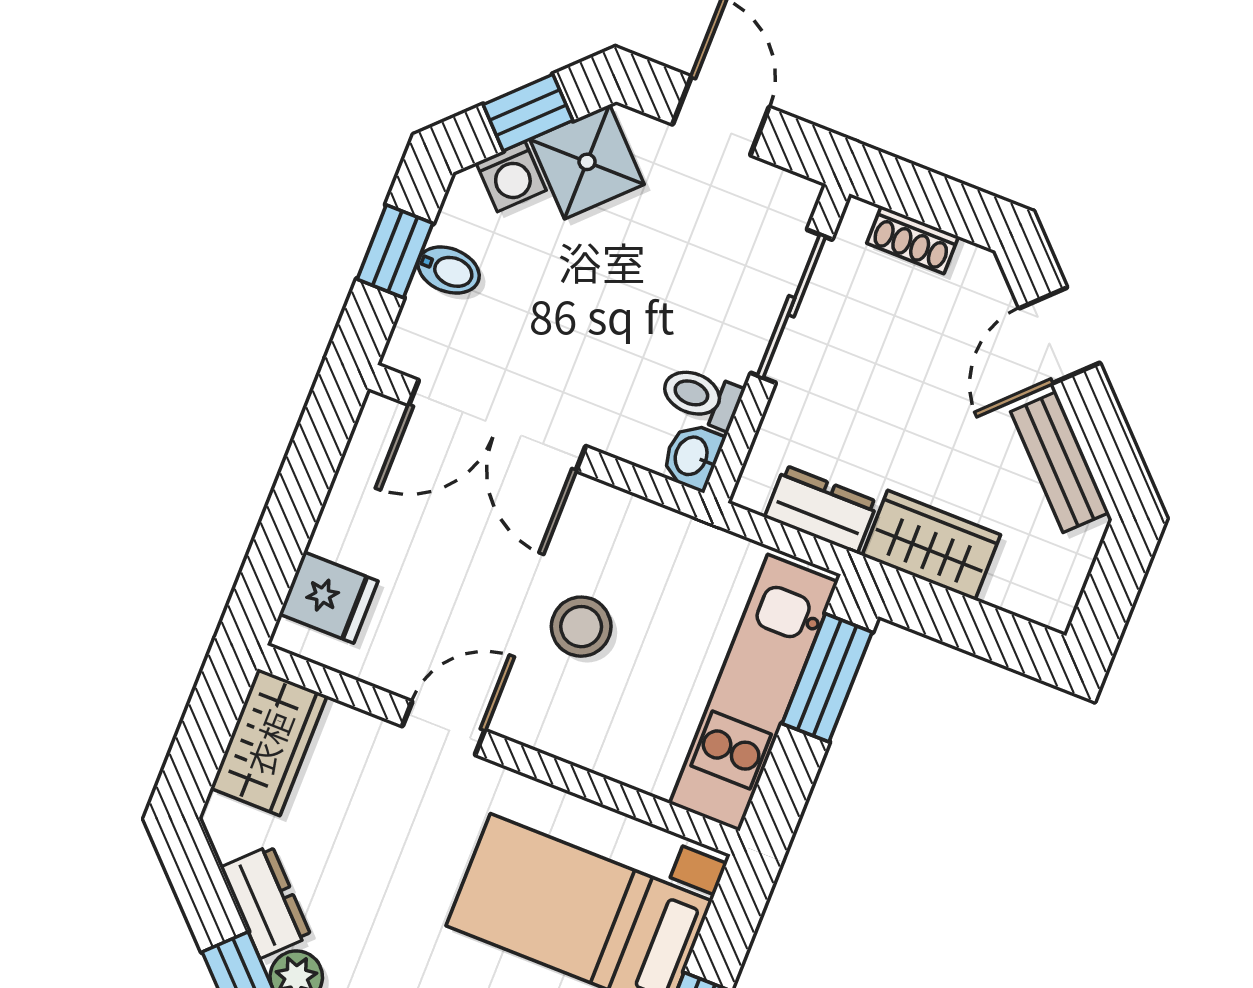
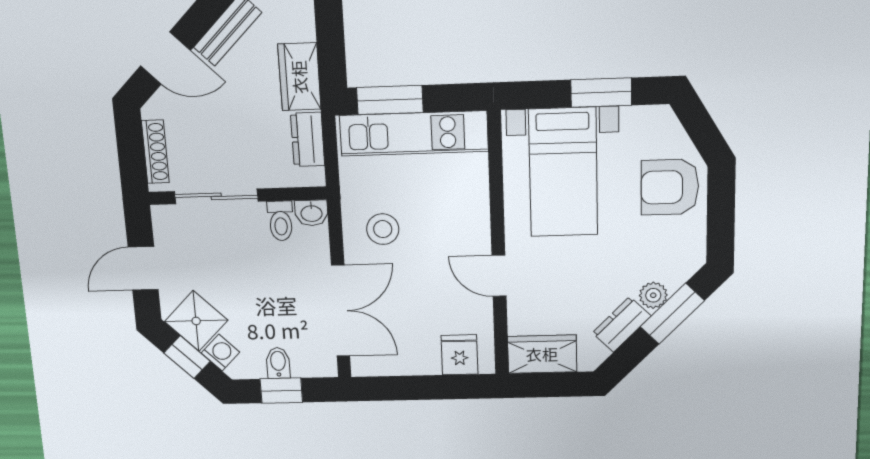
shoe rack: (913, 240) -> (155, 152), width x1.43
stool: (581, 627) -> (383, 229), moved

